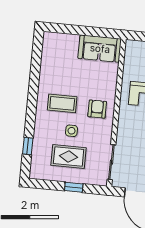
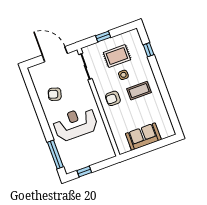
sofa: (100, 49) -> (143, 137), moved
armchair: (97, 109) -> (113, 98), turned 90

